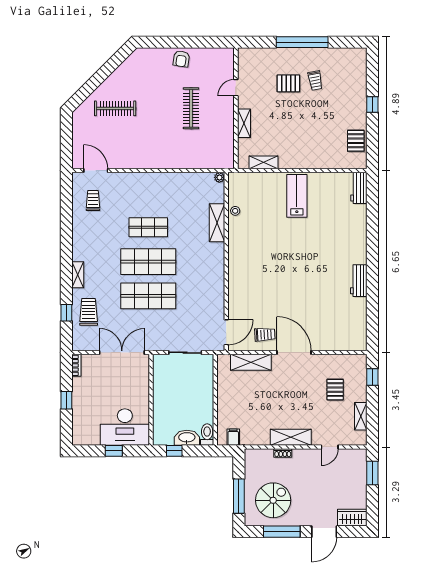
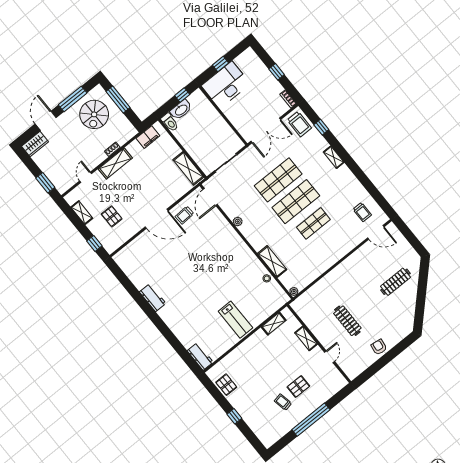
plant: (219, 287) -> (238, 222), added
trolley: (89, 312) -> (299, 124), moved
shelving: (251, 362) -> (188, 168), moved, turned 90
filing cabinet: (233, 437) -> (148, 137), width x2.00

